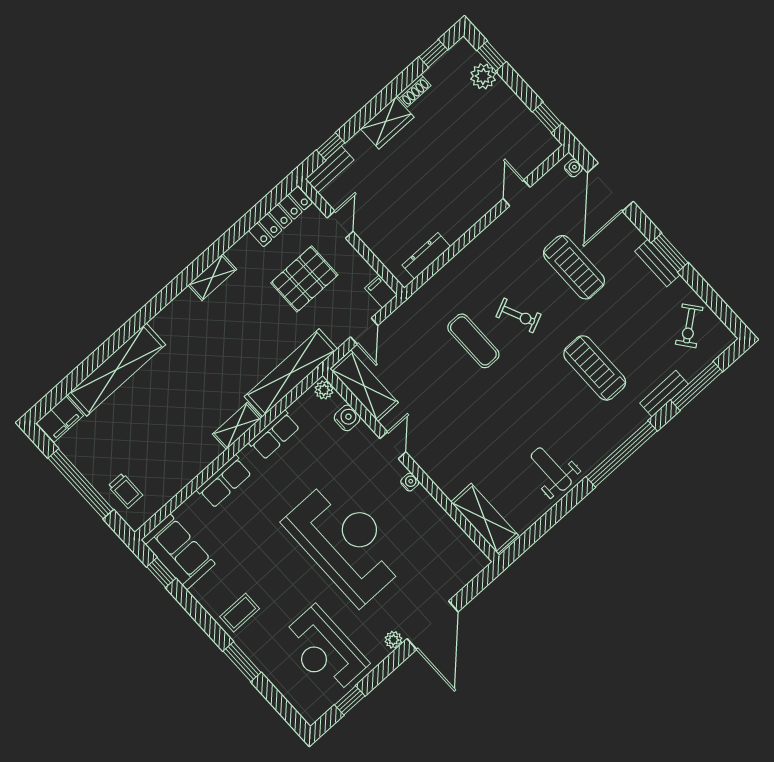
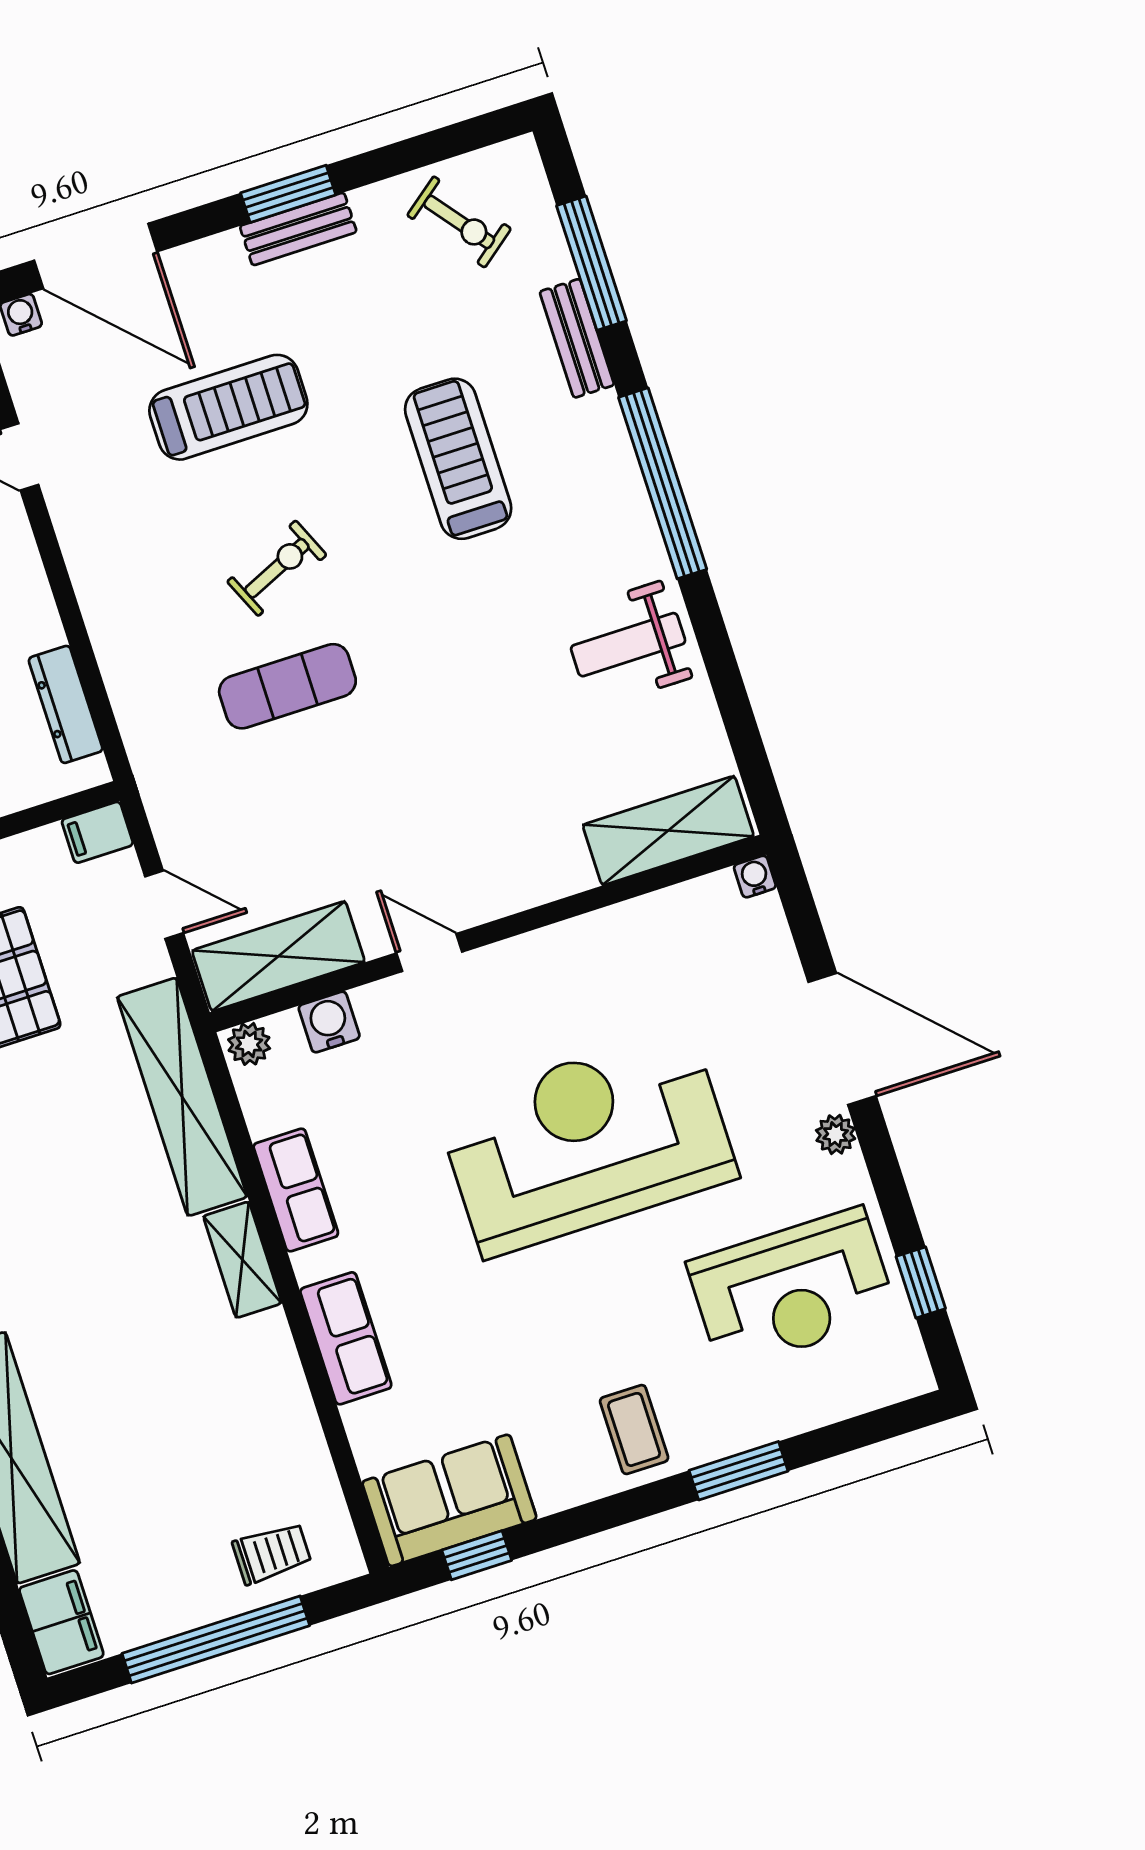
treadmill: (595, 368) -> (458, 459), turned 90
water cooler: (410, 482) -> (755, 877), moved

